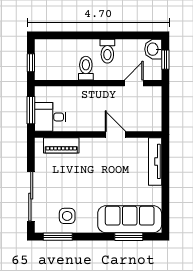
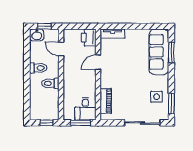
printer: (150, 122) -> (89, 38), added
tv unit: (155, 161) -> (112, 34), width x0.71

